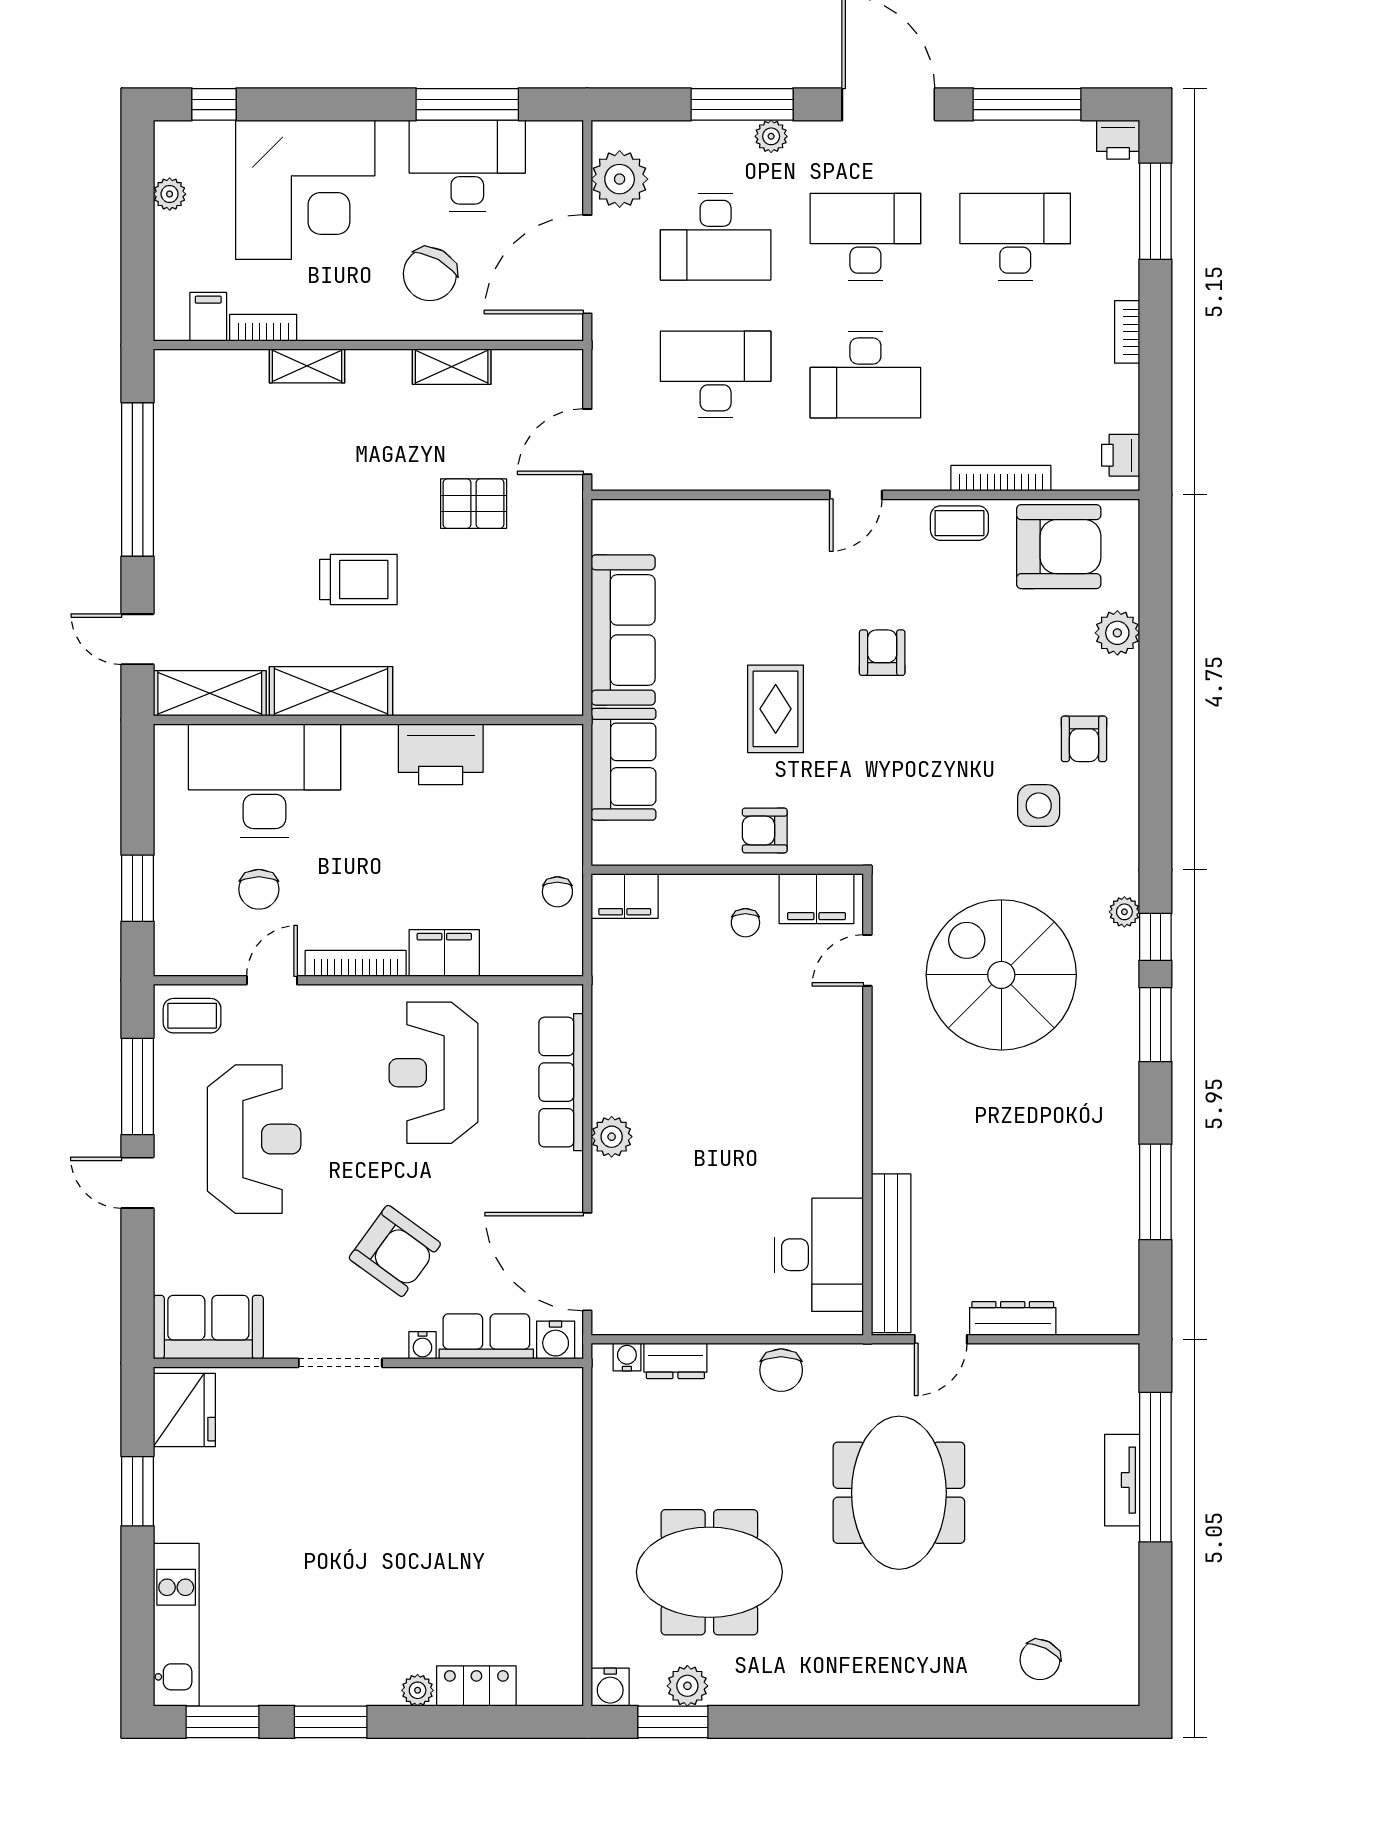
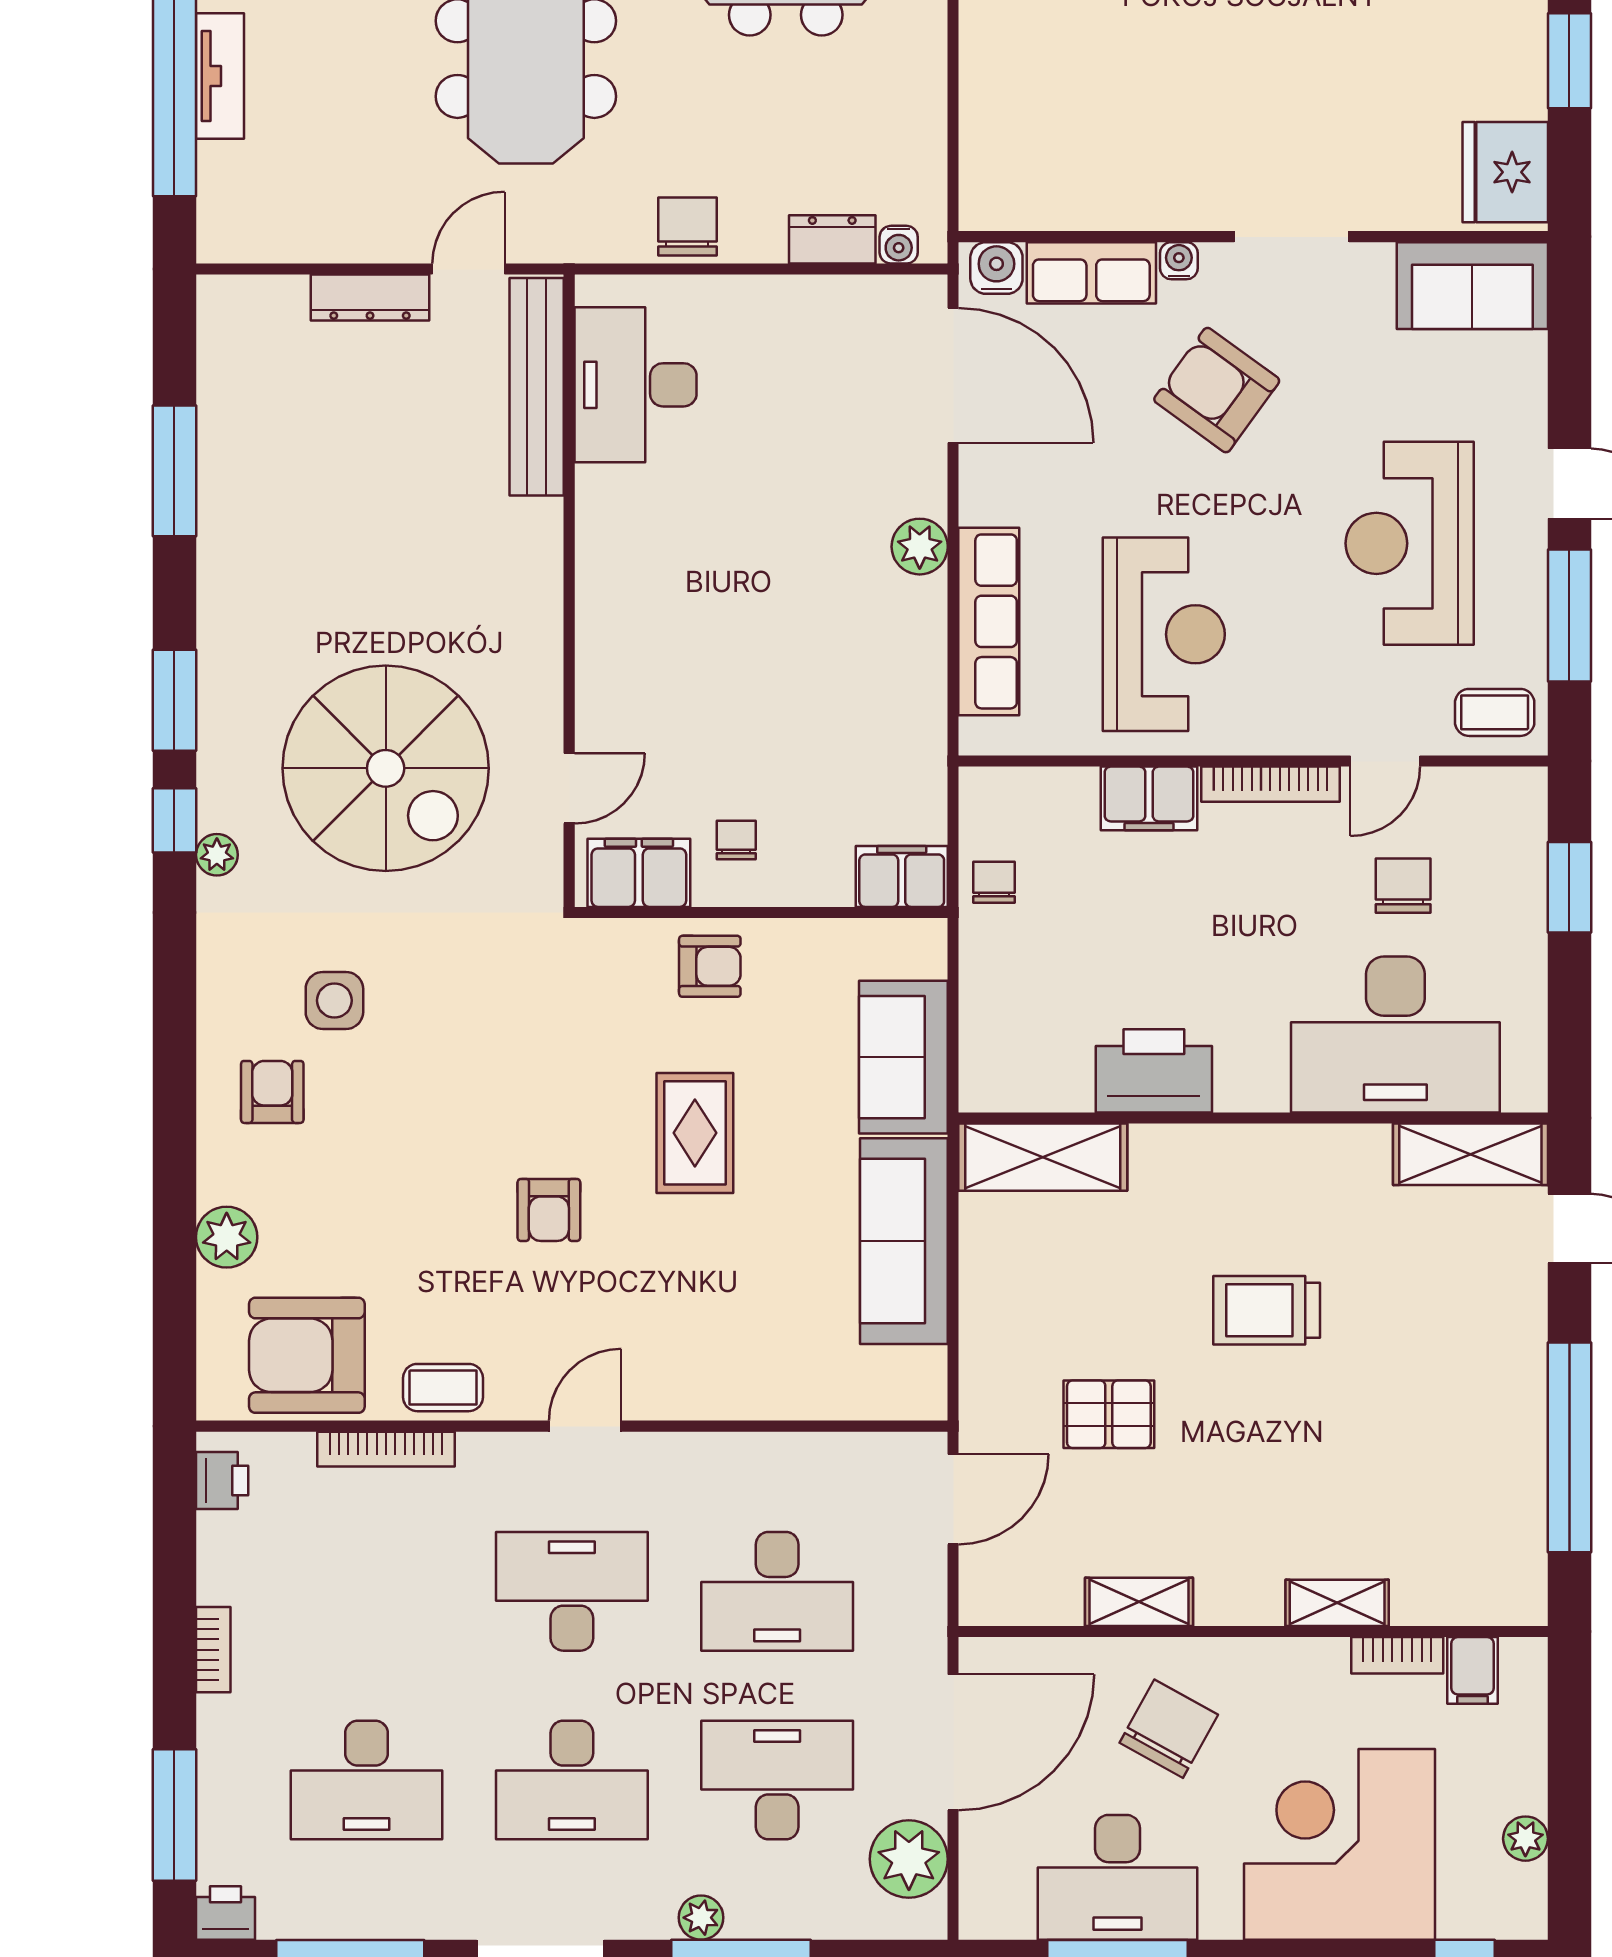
shelving: (331, 691) -> (1043, 1157), moved

